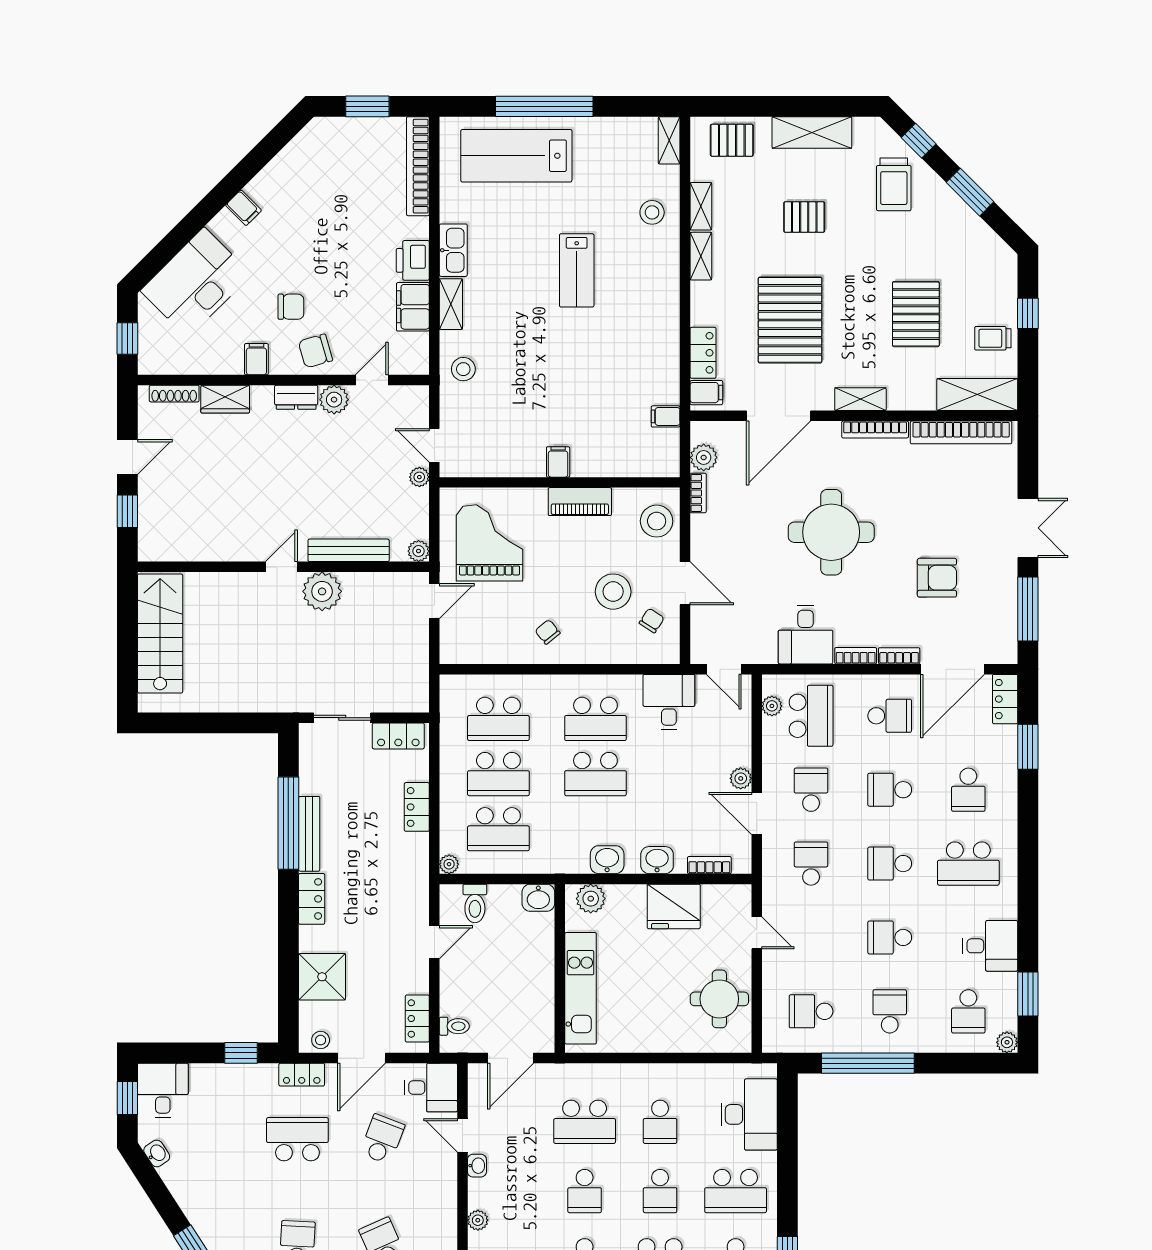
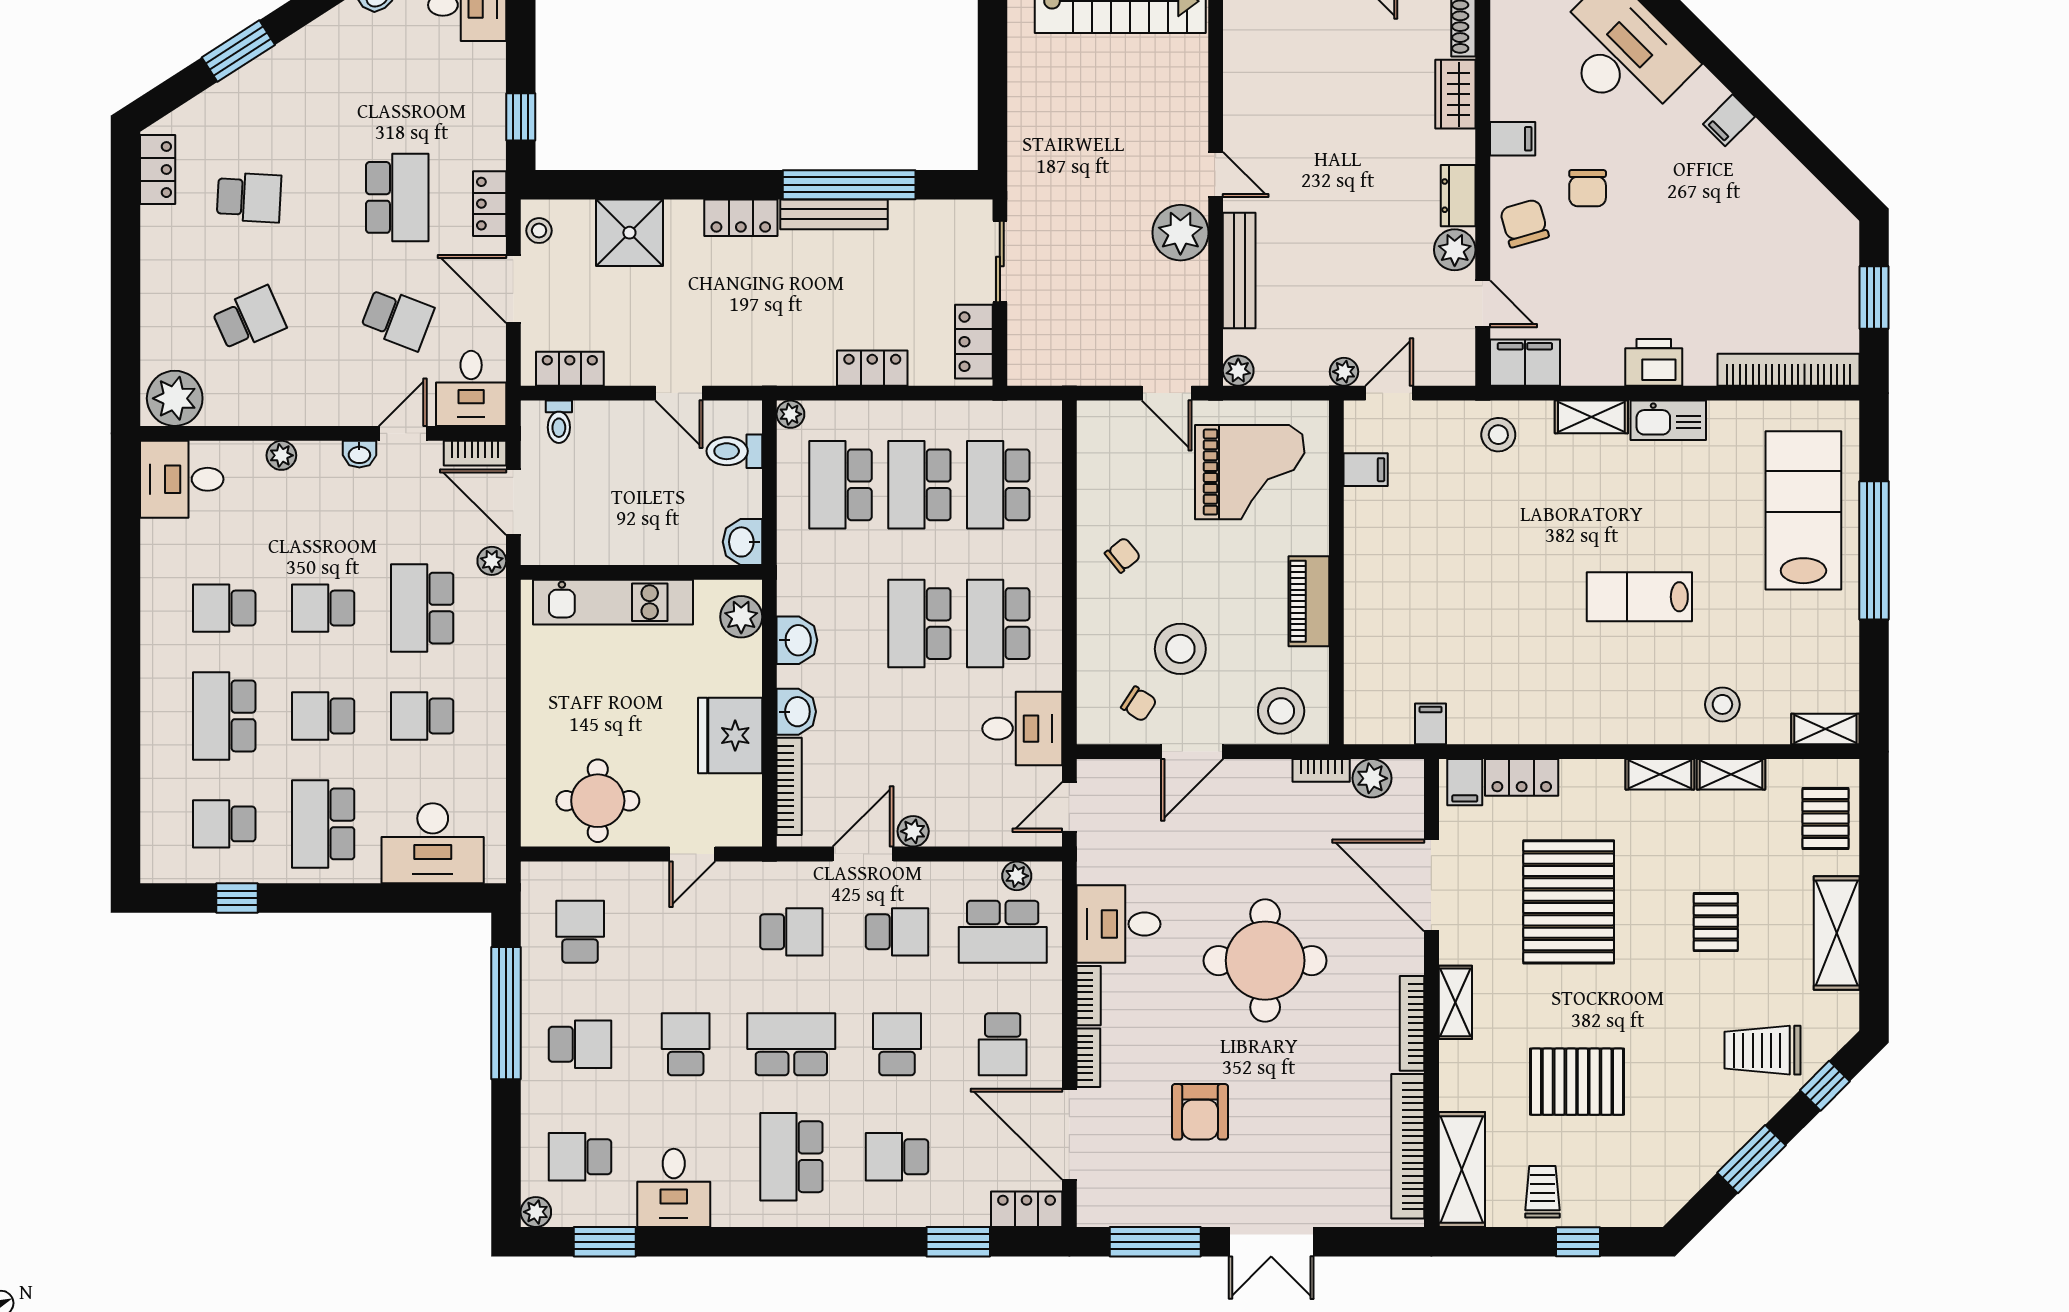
filing cabinet: (413, 307) -> (1525, 363), moved
pallet: (790, 320) -> (1569, 902), turned 90
filing cabinet: (558, 462) -> (1366, 470), moved
school desk: (890, 864) -> (791, 1044), width x1.85
bookcase: (709, 865) -> (789, 786), width x1.56
plant: (552, 1073) -> (492, 561), added
bookcase: (476, 1085) -> (475, 453), added

